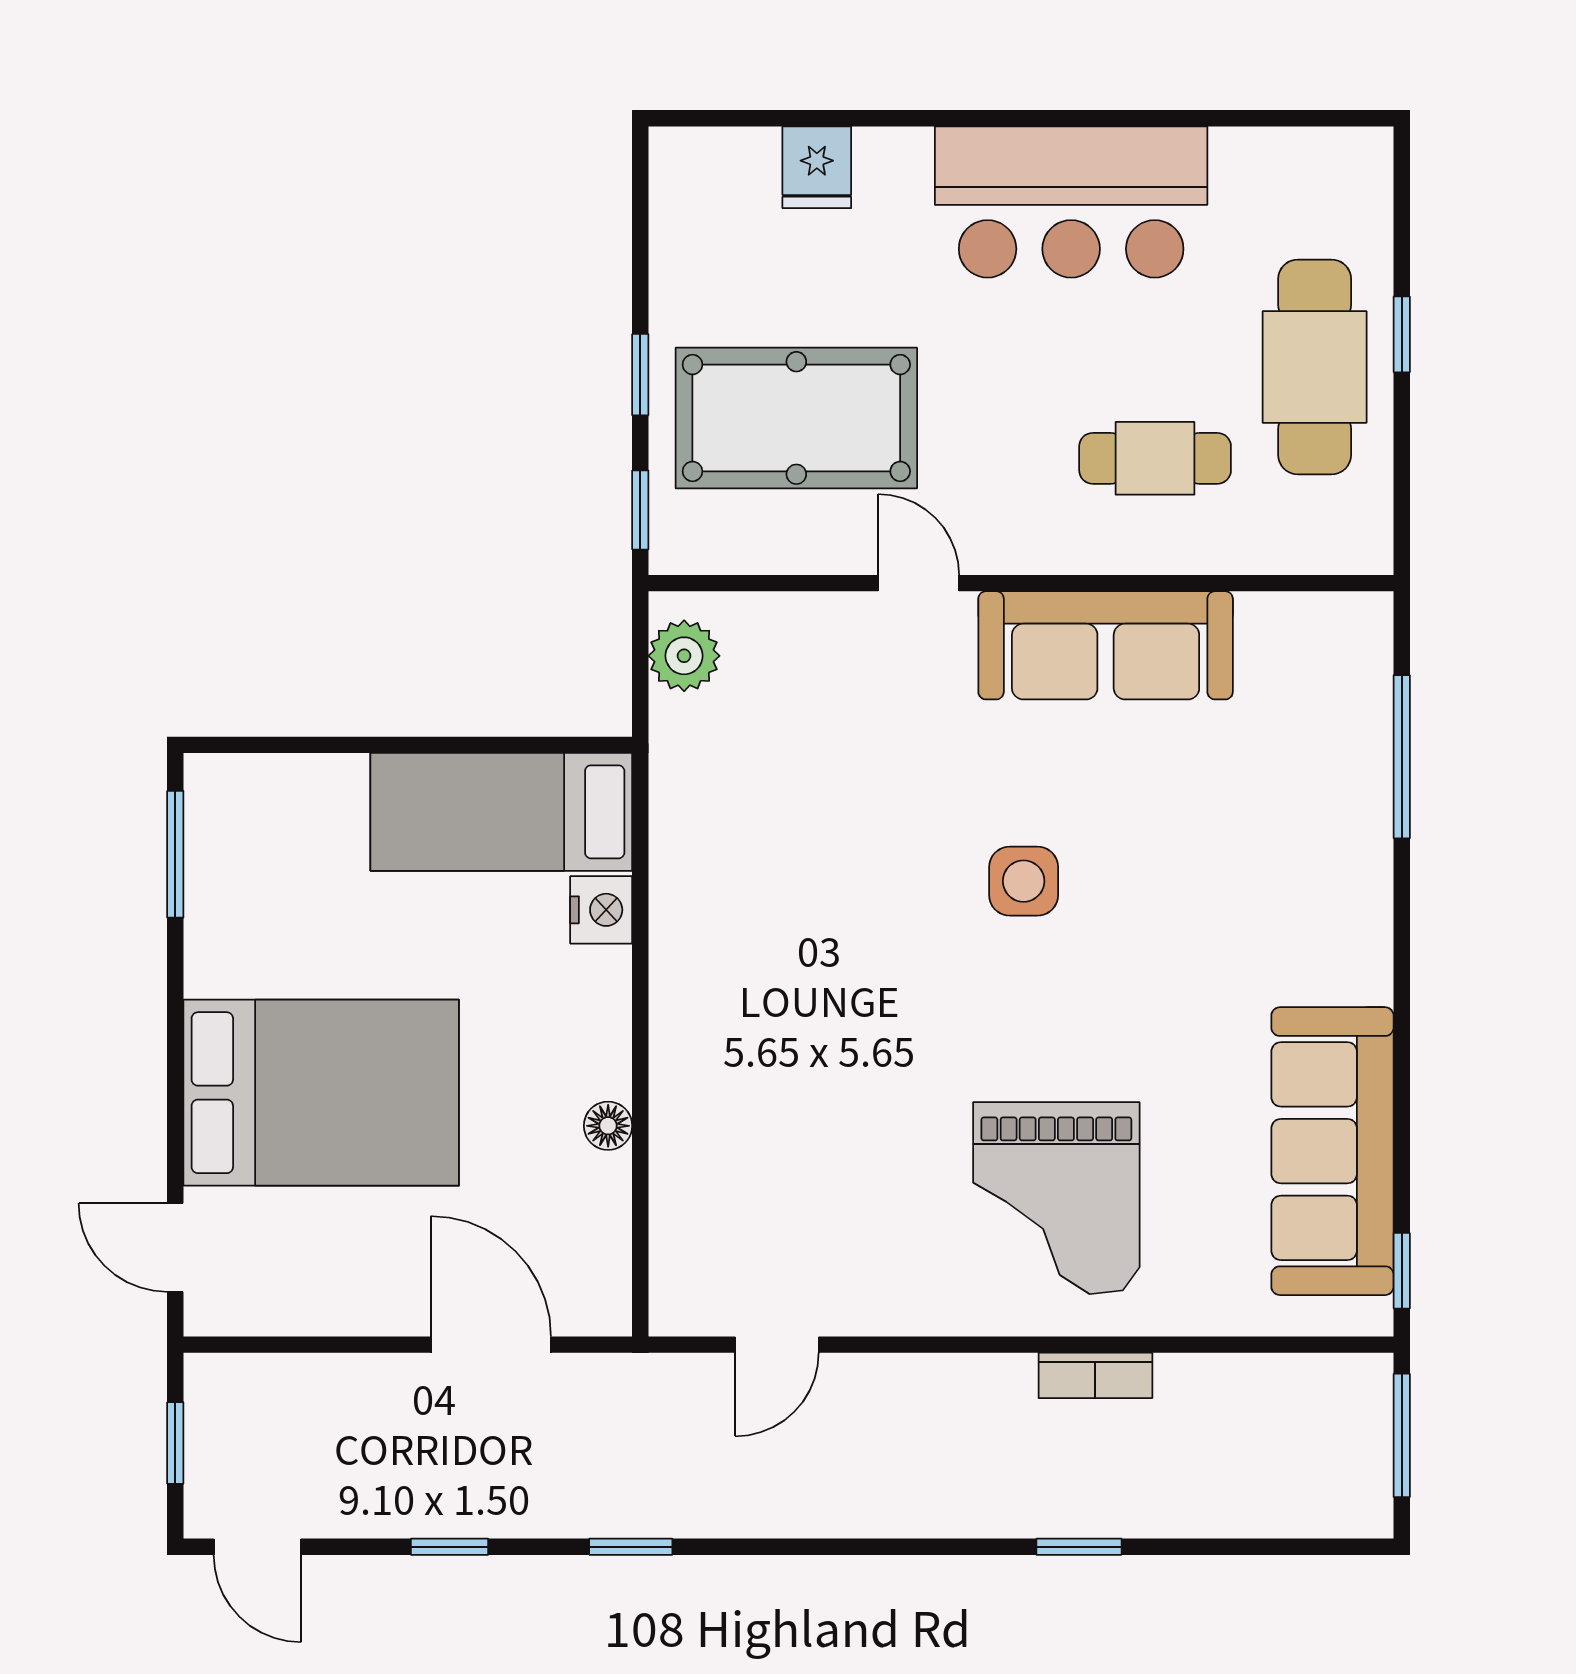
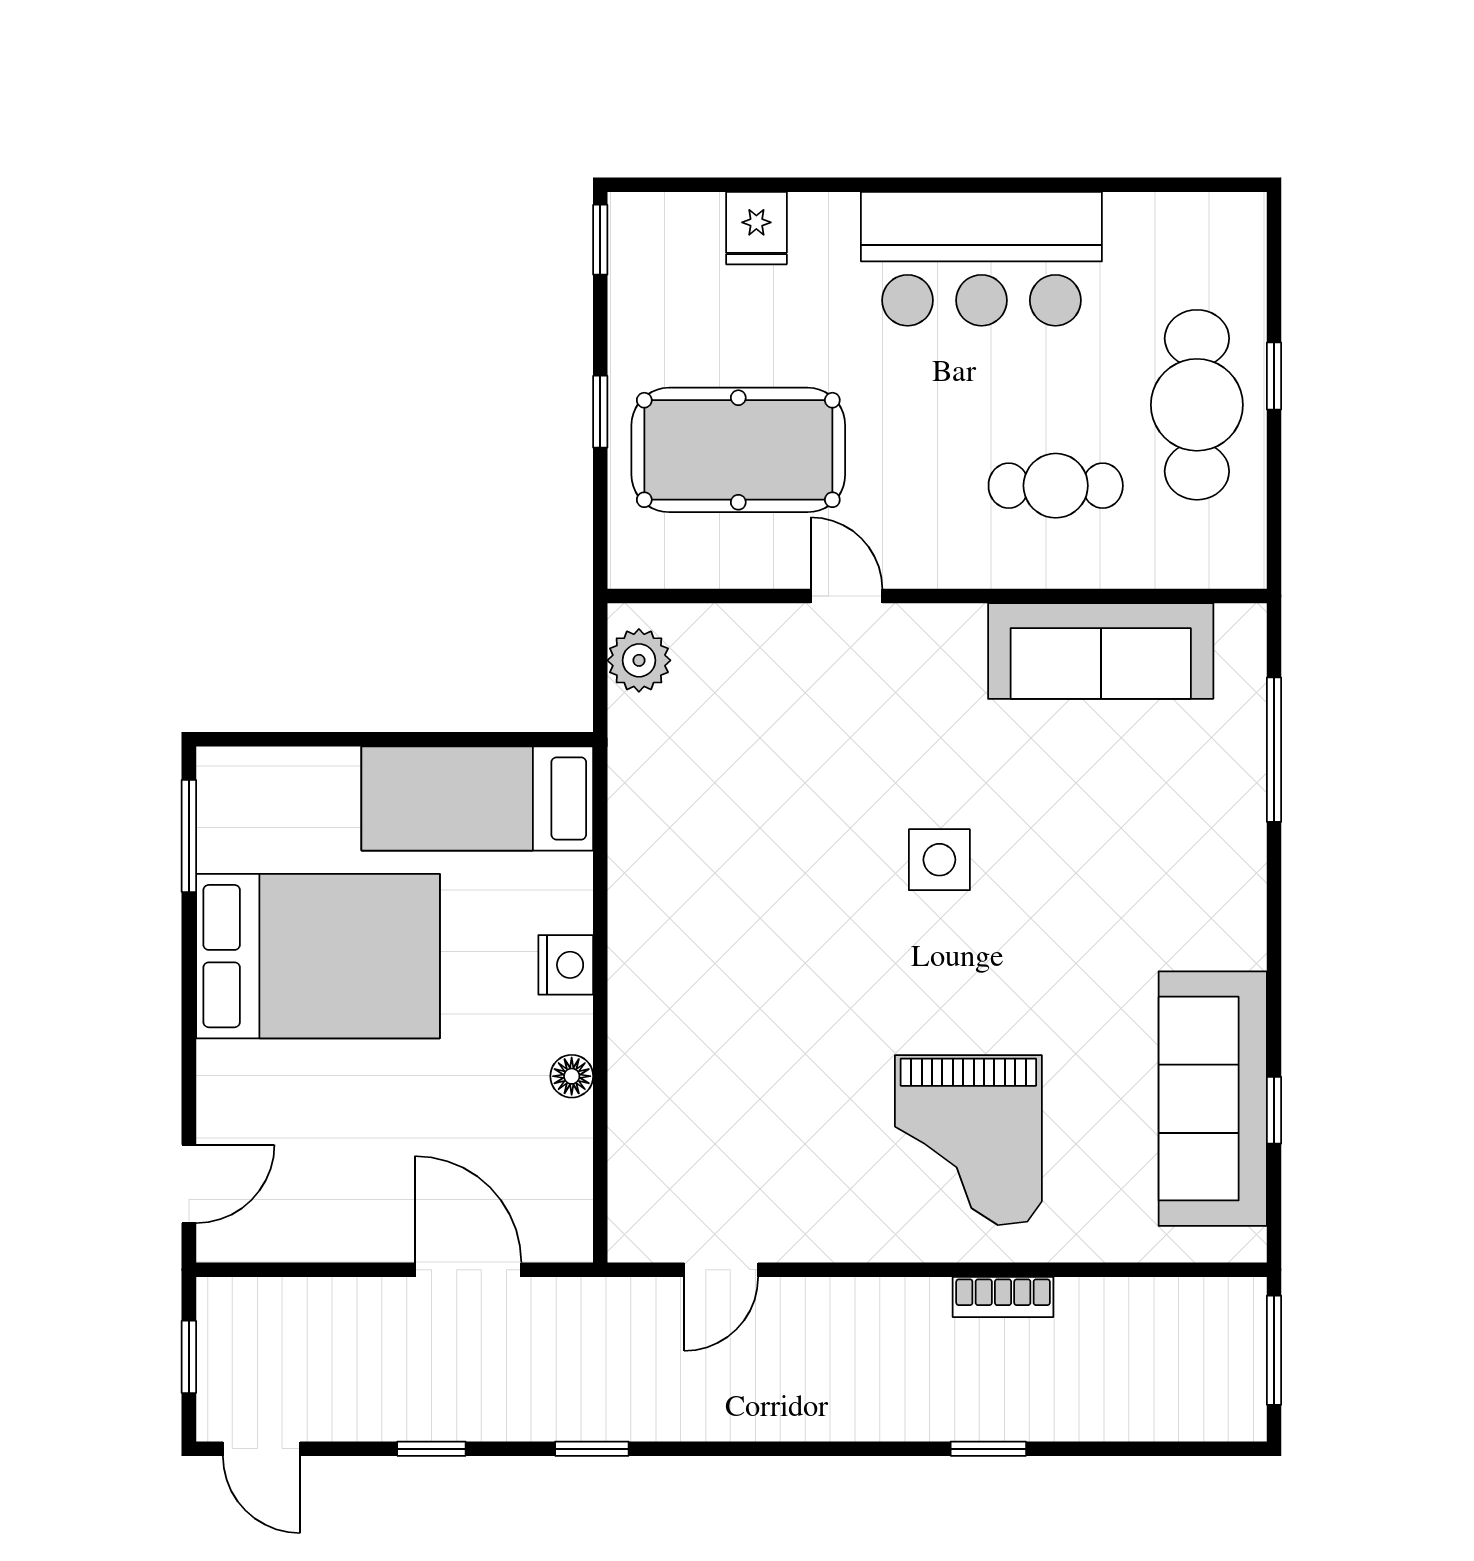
window: (640, 510) -> (600, 240), moved
sofa: (1106, 645) -> (1101, 651), moved
nightstand: (601, 910) -> (566, 965), moved
bed: (321, 1093) -> (318, 956), moved
door: (175, 1247) -> (189, 1184), swing flipped
window: (1402, 1271) -> (1274, 1110), moved

